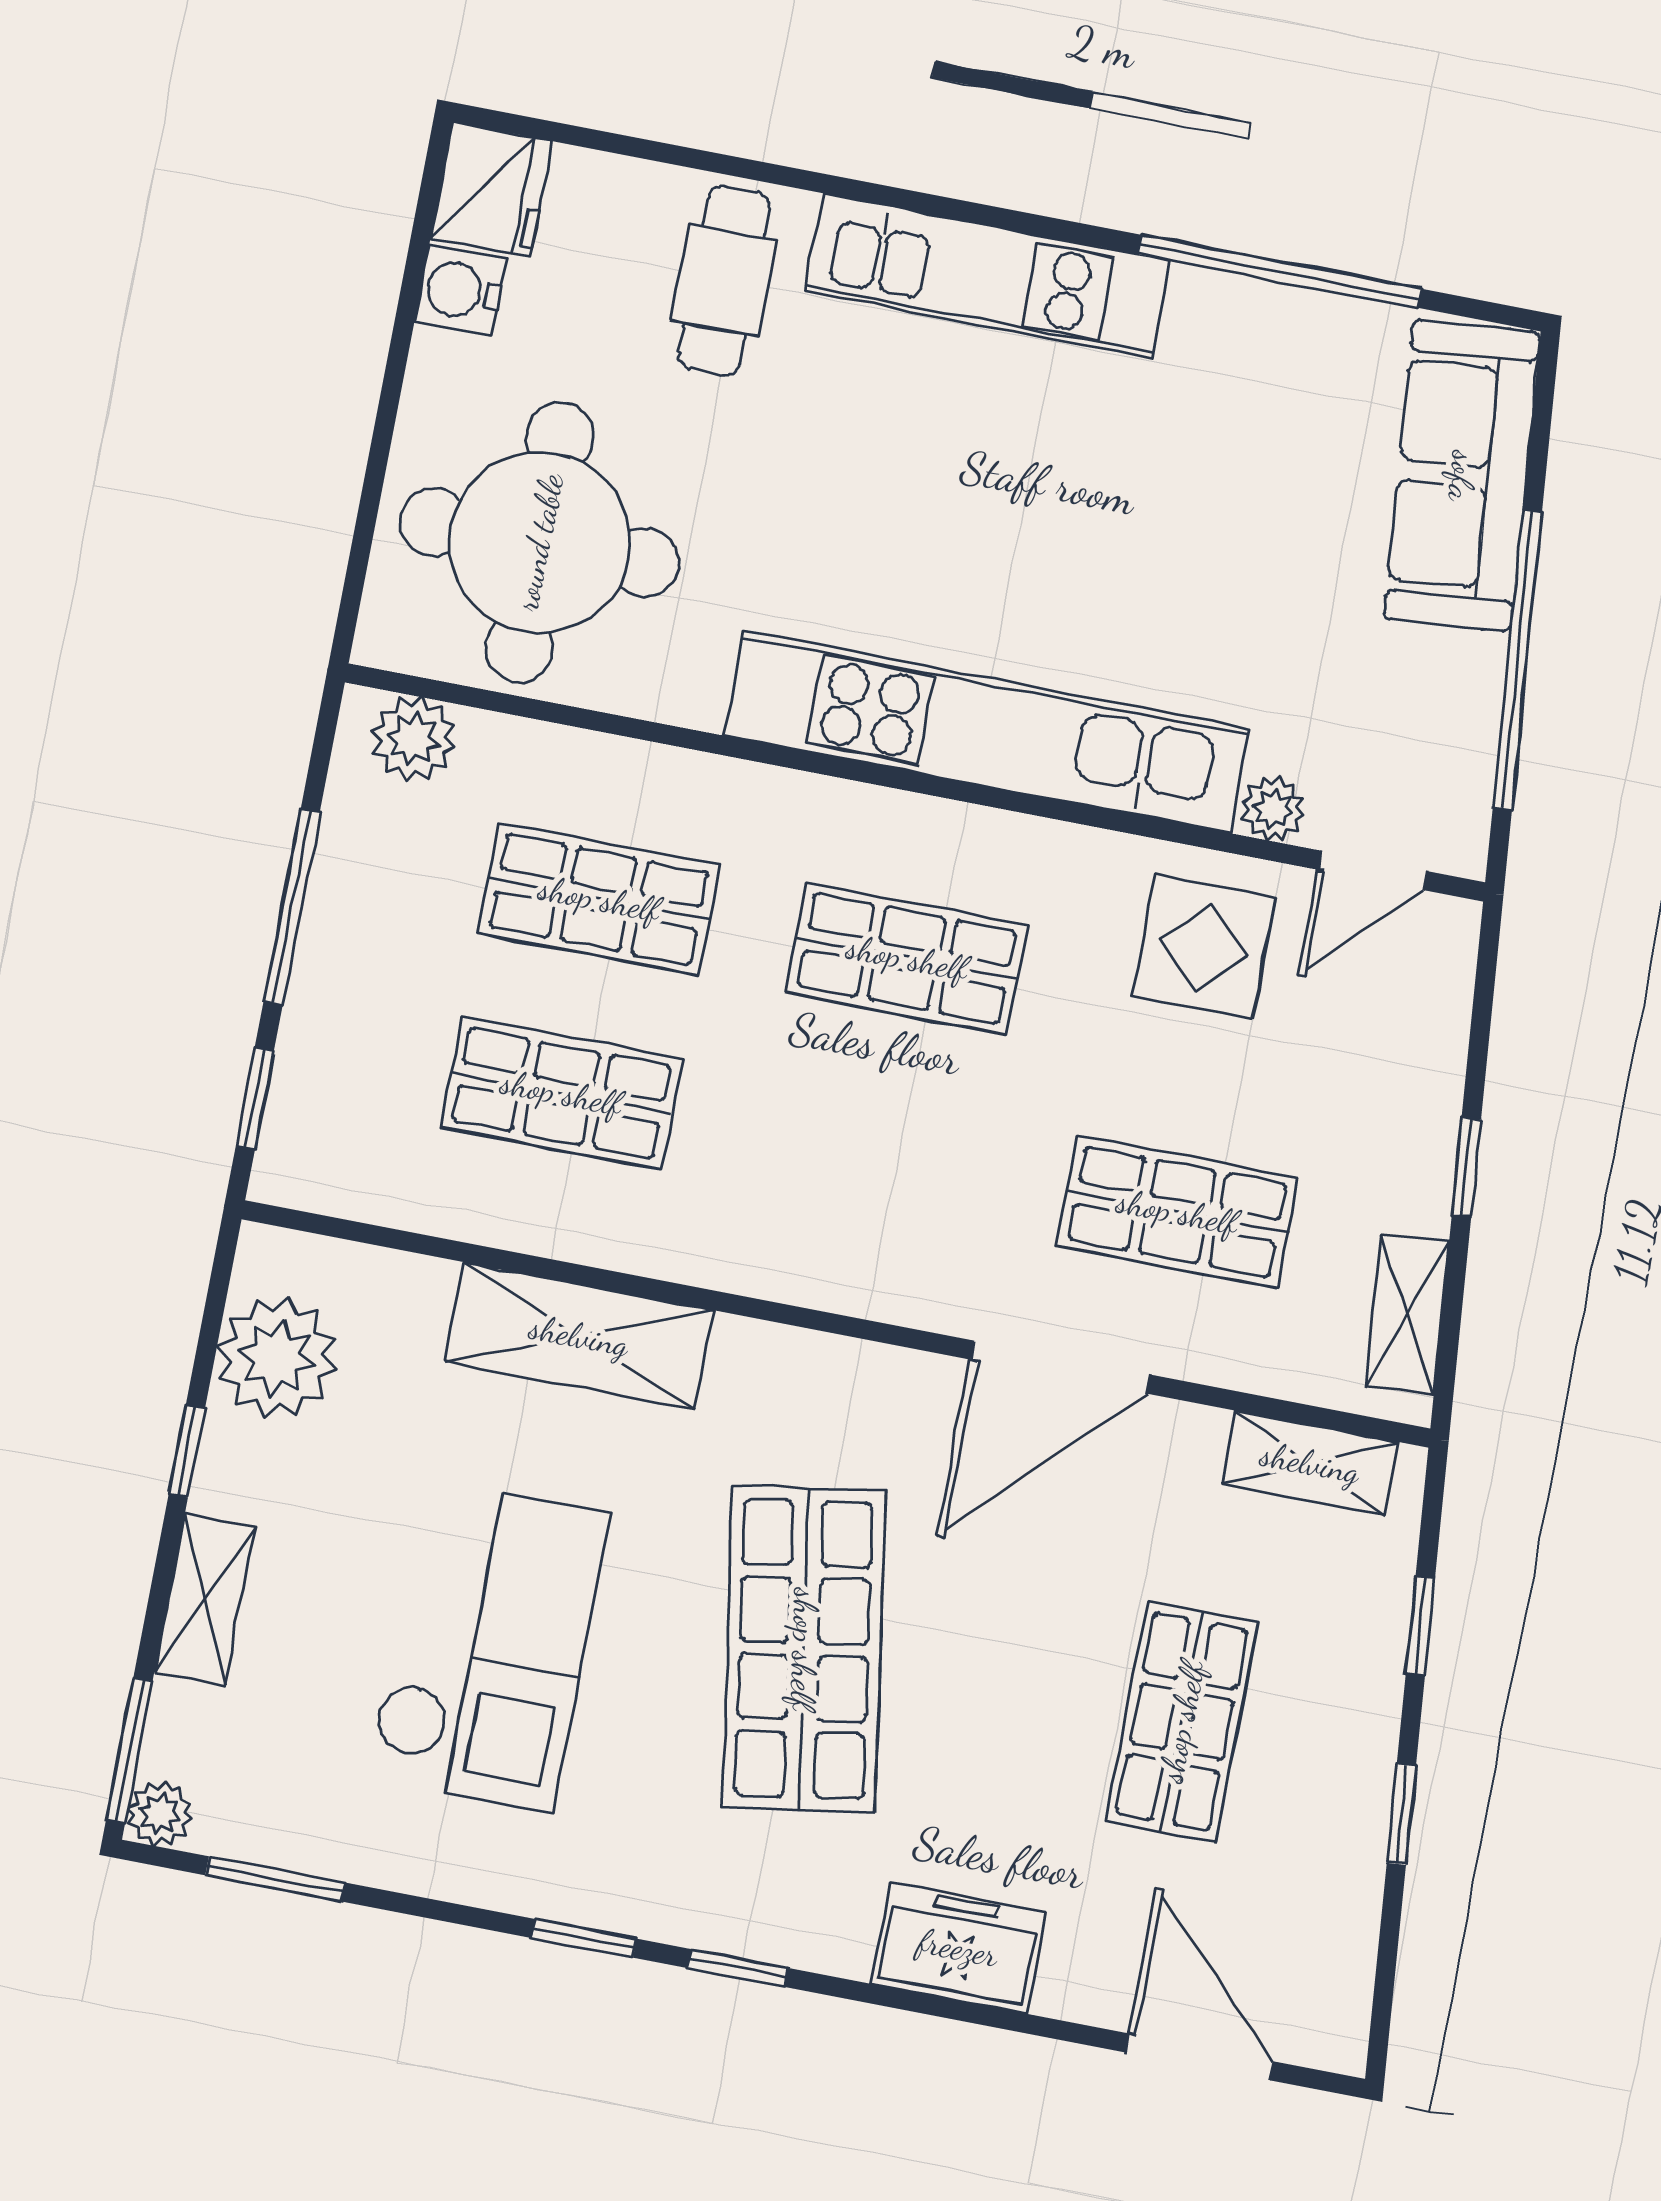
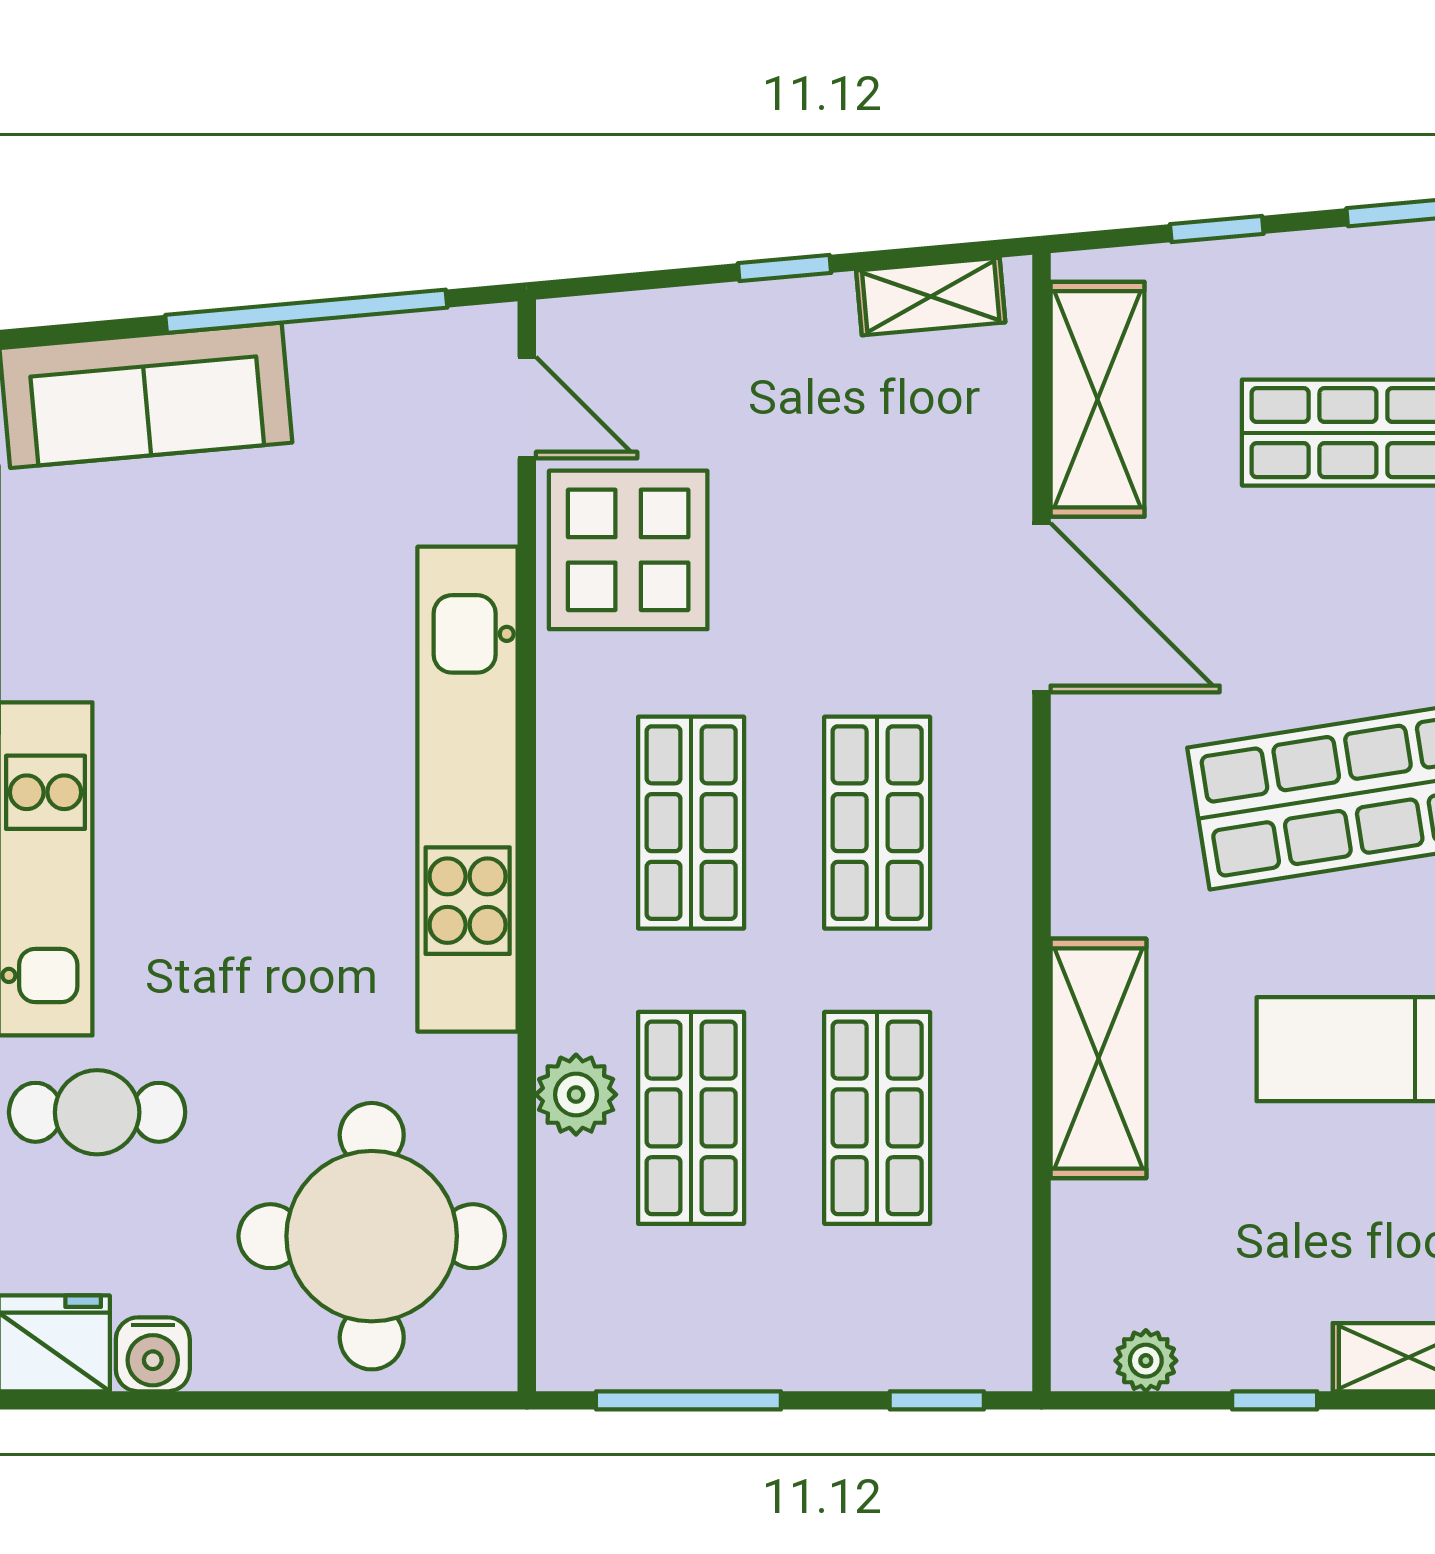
plant: (413, 739) -> (576, 1095), moved
plant: (1273, 809) -> (488, 511), removed
window: (292, 907) -> (688, 1400), moved
display table: (1204, 948) -> (628, 550), width x1.36, depth x1.36
shop shelf: (1177, 1212) -> (877, 823), moved
plant: (277, 1358) -> (1146, 1361), width x0.53, depth x0.53
shelving: (1310, 1463) -> (1097, 399), width x1.50, depth x1.33

